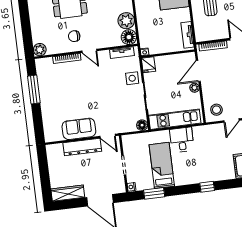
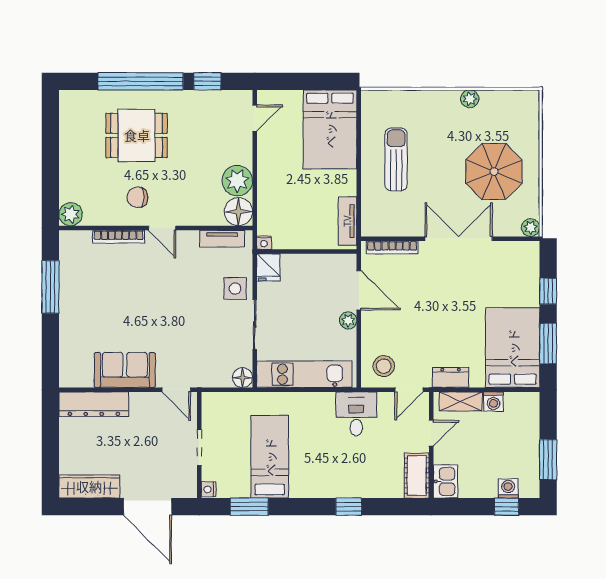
door: (198, 71) -> (359, 290), swing flipped
desk: (182, 140) -> (356, 414), moved
dresser: (82, 147) -> (94, 404), moved

